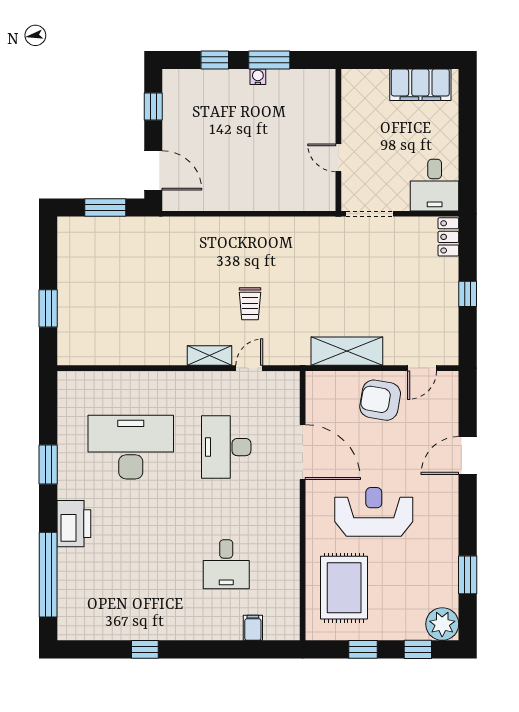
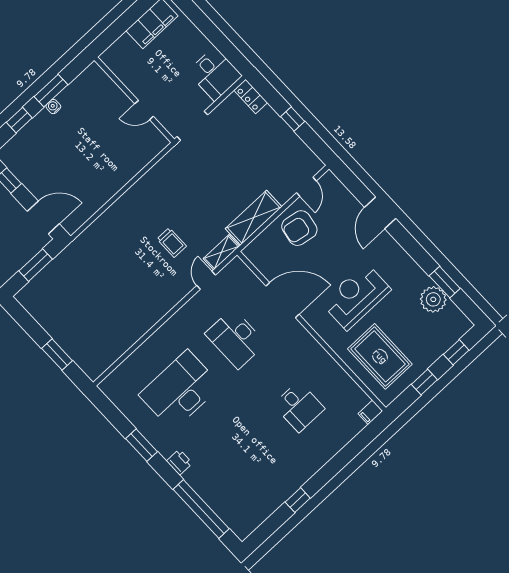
shelving: (209, 355) -> (221, 252), moved
printer: (74, 524) -> (179, 462), width x0.53, depth x0.68
plant: (442, 624) -> (433, 299), moved
filing cabinet: (253, 628) -> (370, 412), moved, turned -90

